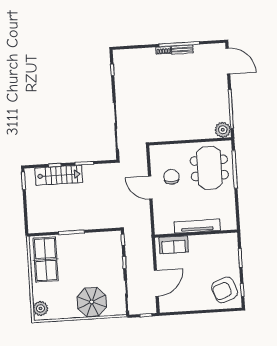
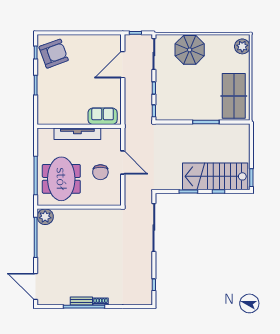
stairs: (59, 175) -> (215, 176), width x1.36, depth x1.51
tv unit: (197, 226) -> (77, 134), moved
wall: (196, 234) -> (79, 126), moved
sofa: (174, 245) -> (103, 116), moved

